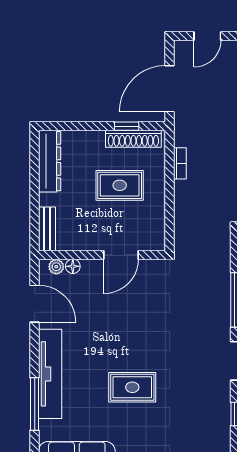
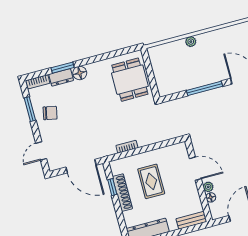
door: (207, 36) -> (41, 151), swing flipped
shoe rack: (133, 139) -> (122, 193), moved
plant: (56, 267) -> (208, 187), moved

